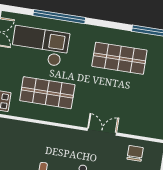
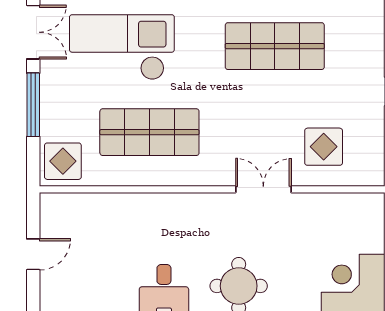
display table: (137, 115) -> (324, 147), added
chair: (135, 153) -> (332, 220), removed

